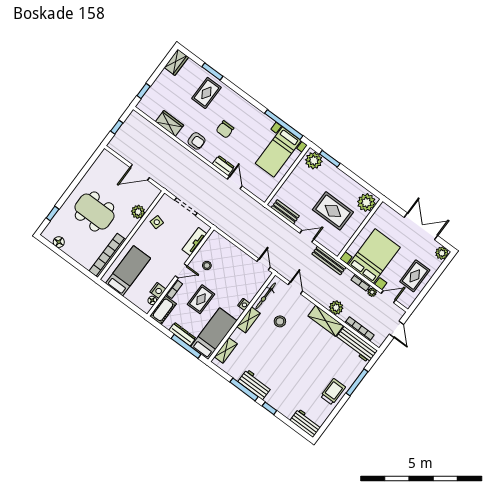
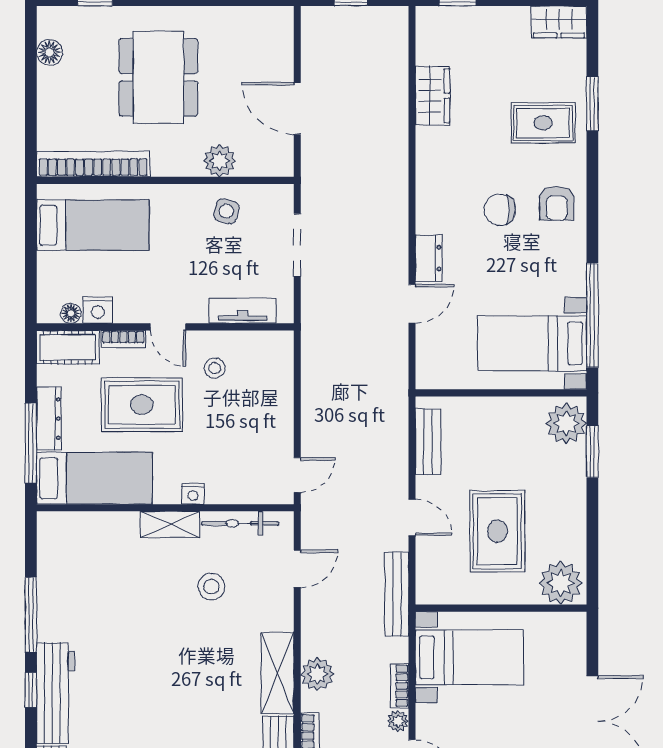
armchair: (196, 141) -> (557, 203), moved
bed with nightstands: (374, 256) -> (470, 657), width x0.73
rug: (201, 299) -> (142, 405), width x1.36, depth x1.43
shelving: (226, 350) -> (80, 524), removed
workbench: (255, 384) -> (55, 693), moved, width x1.38

